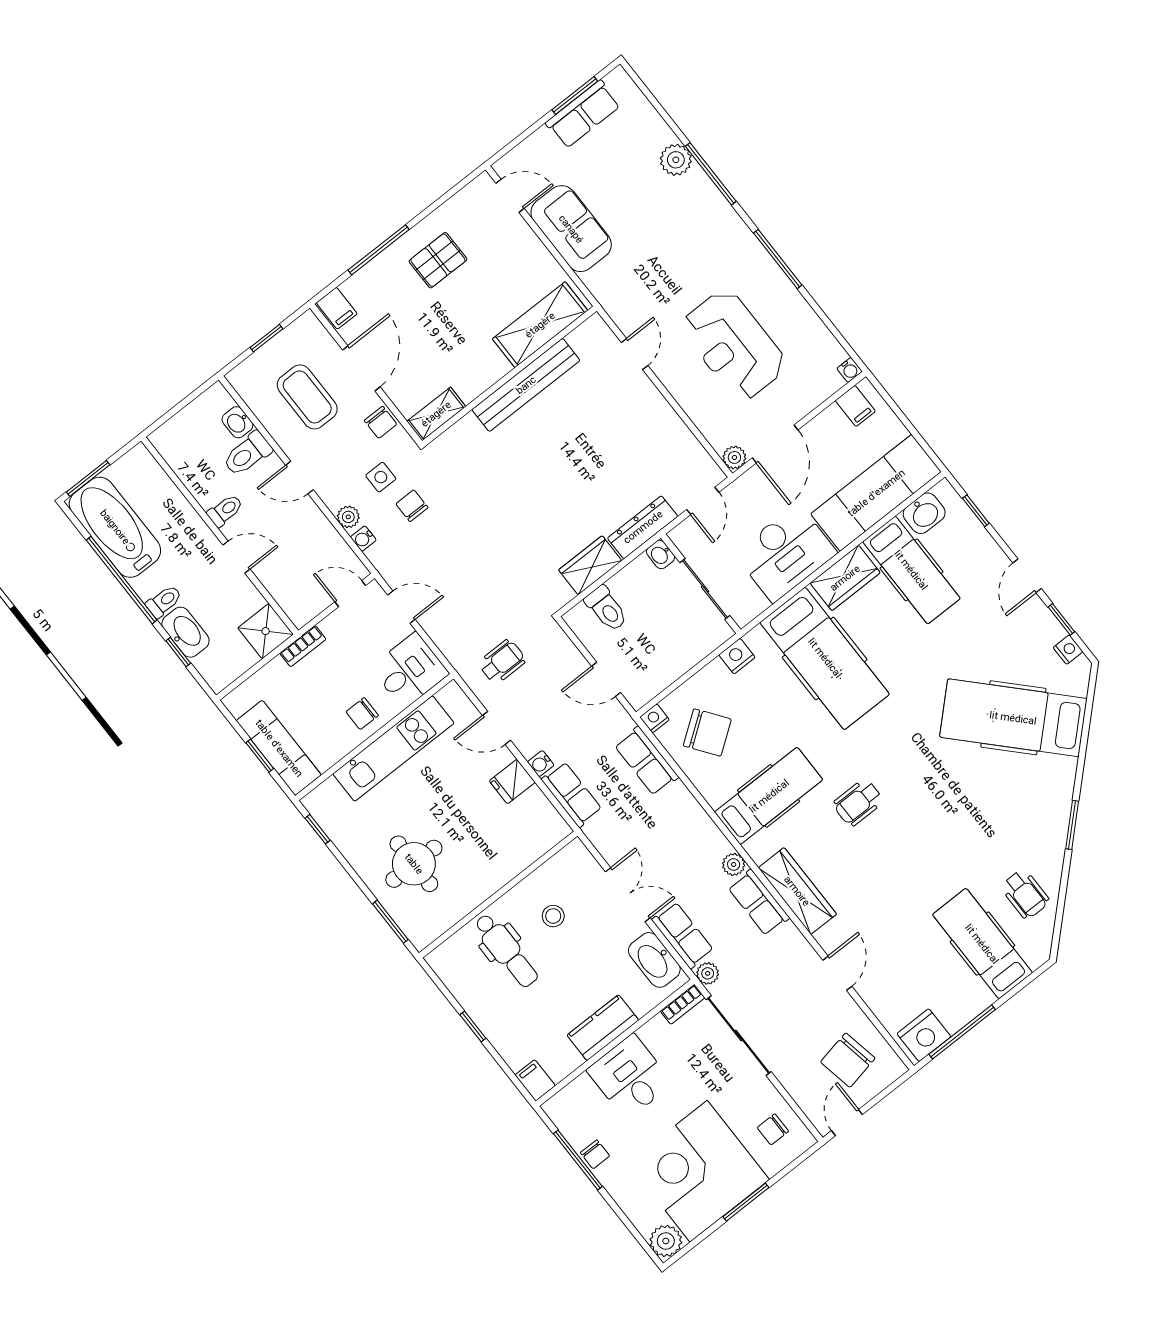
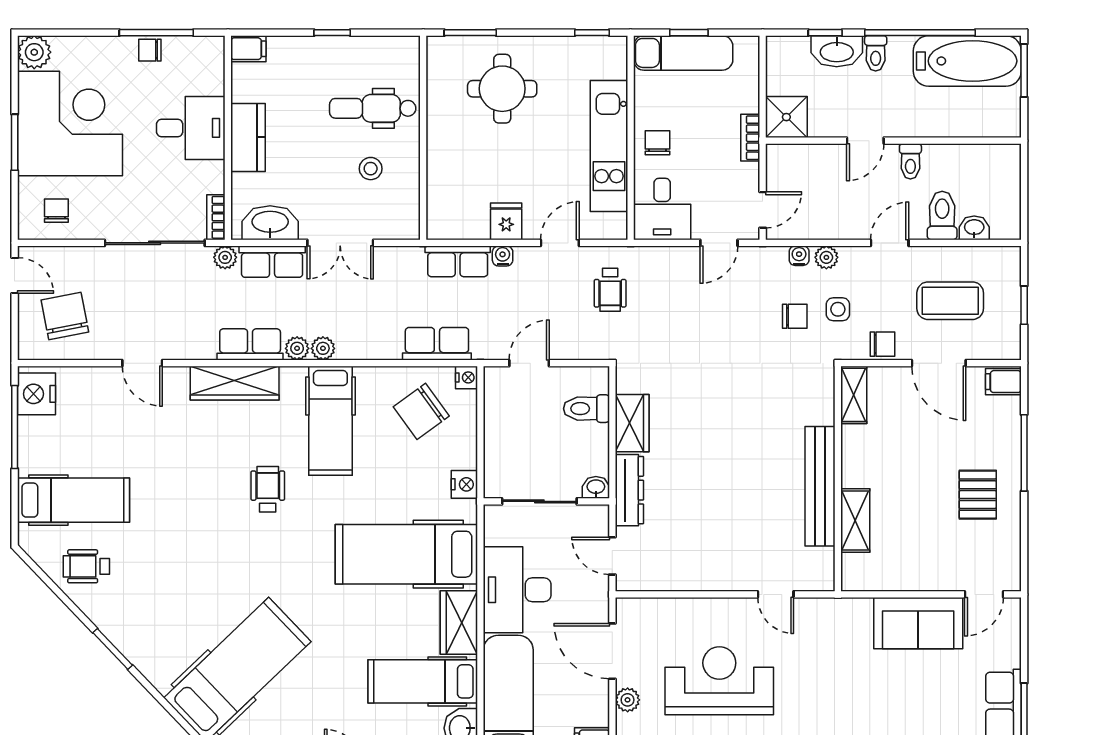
shelving: (540, 325) -> (855, 520), width x0.67, depth x0.75
chair: (381, 422) -> (883, 344), turned 180
plant: (734, 457) -> (628, 700), moved
plant: (718, 845) -> (323, 348), added

